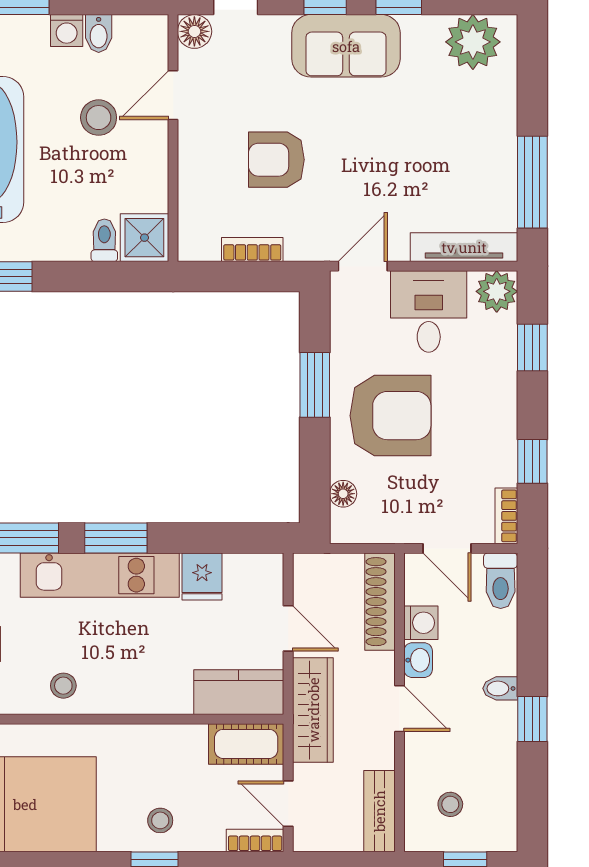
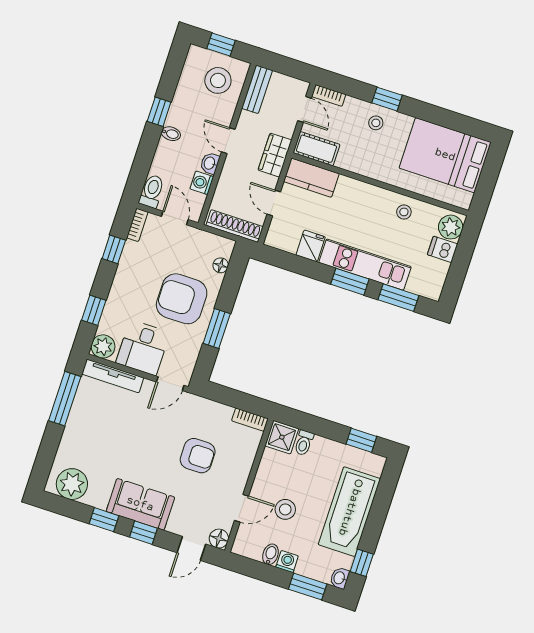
bookcase: (252, 249) -> (250, 420), moved
shoe rack: (380, 602) -> (235, 226), moved, turned -90
wardrobe: (313, 710) -> (275, 155), width x0.67
stool: (450, 804) -> (218, 80), width x1.89, depth x1.89

